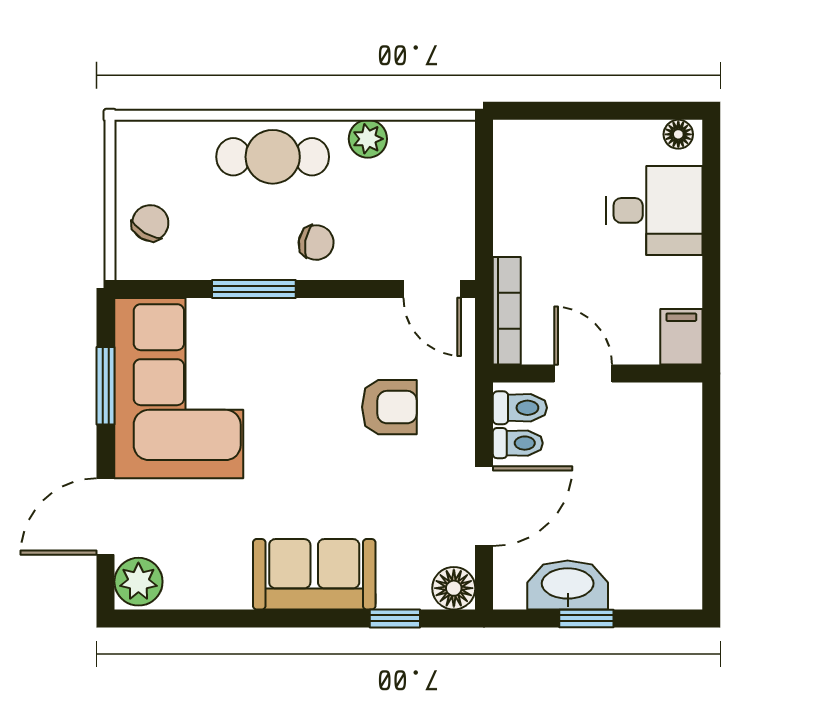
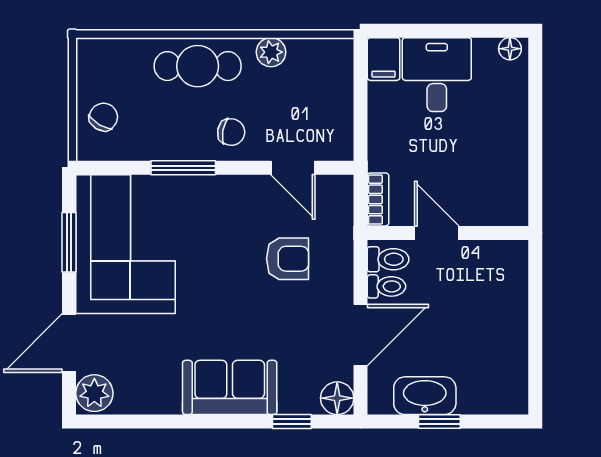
desk: (654, 210) -> (437, 75), moved, turned -90
door: (432, 289) -> (293, 168), moved
bookcase: (507, 311) -> (378, 199), width x0.64
filing cabinet: (681, 337) -> (384, 59), moved, turned 180

